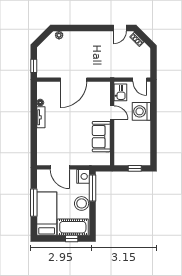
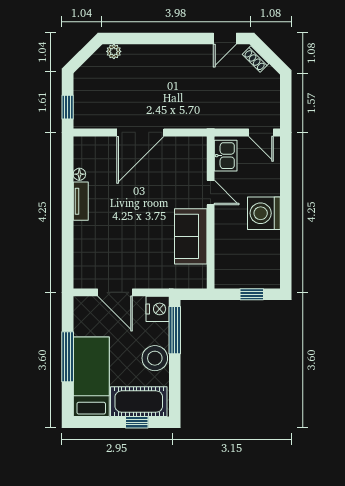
washing machine: (141, 111) -> (264, 213), moved

